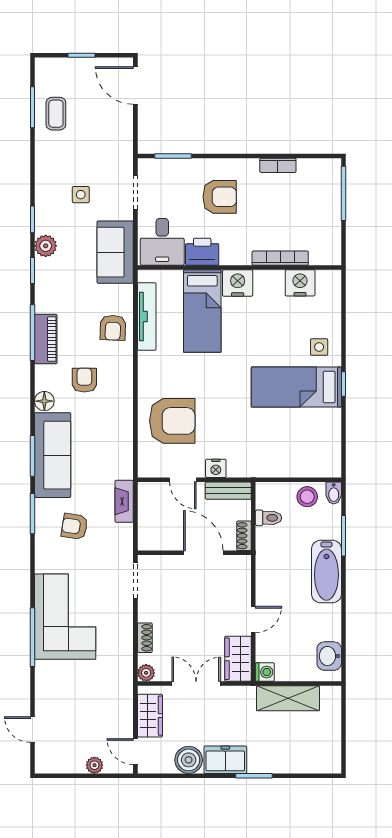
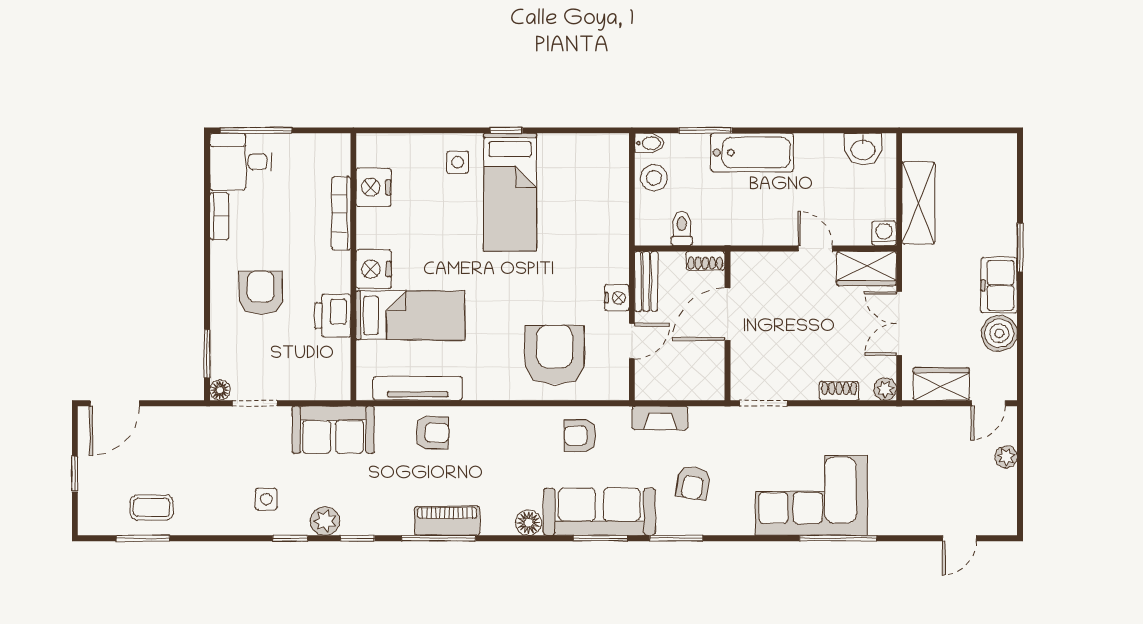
floor lamp: (145, 166) -> (220, 390), added
side table: (81, 195) -> (266, 499), moved
desk: (162, 242) -> (241, 162), moved, turned 180
armchair: (84, 380) -> (580, 436), moved

